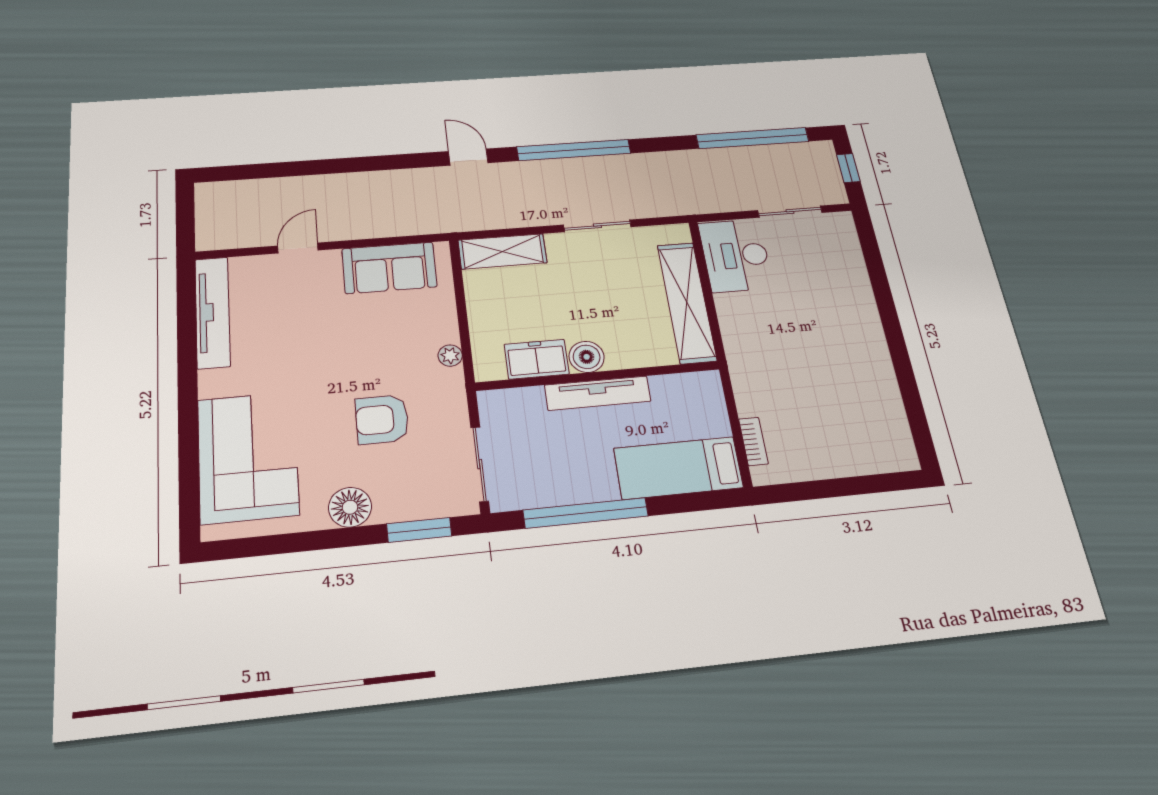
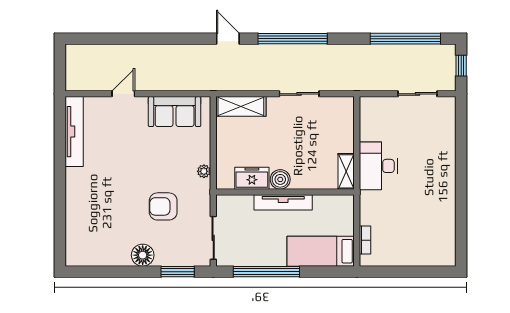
desk: (736, 255) -> (378, 166), moved
shelving: (687, 302) -> (346, 171), width x0.45, depth x0.75
corner sofa: (248, 457) -> (91, 221), removed

